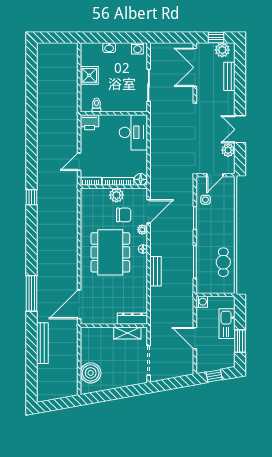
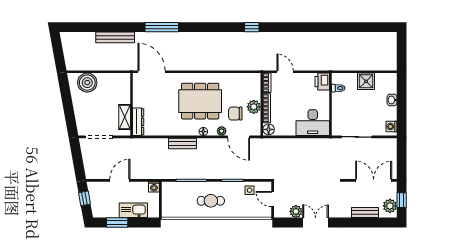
chair: (124, 215) -> (235, 114), turned 90
cafe table: (223, 262) -> (211, 201), moved

